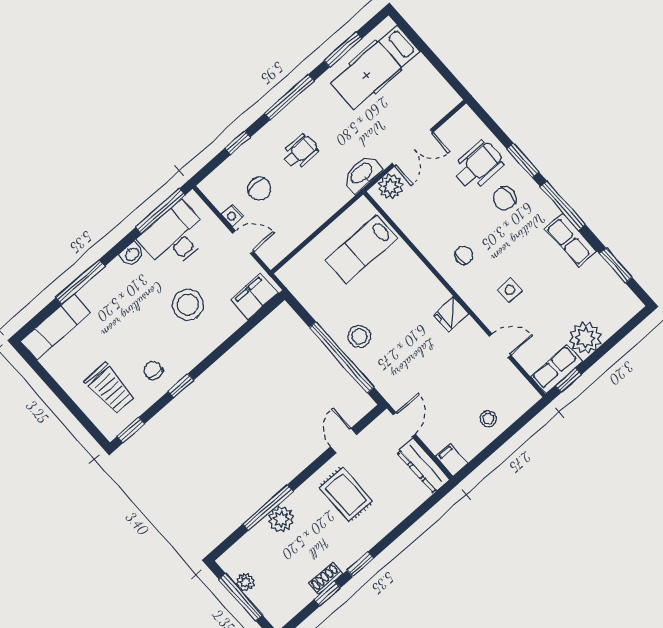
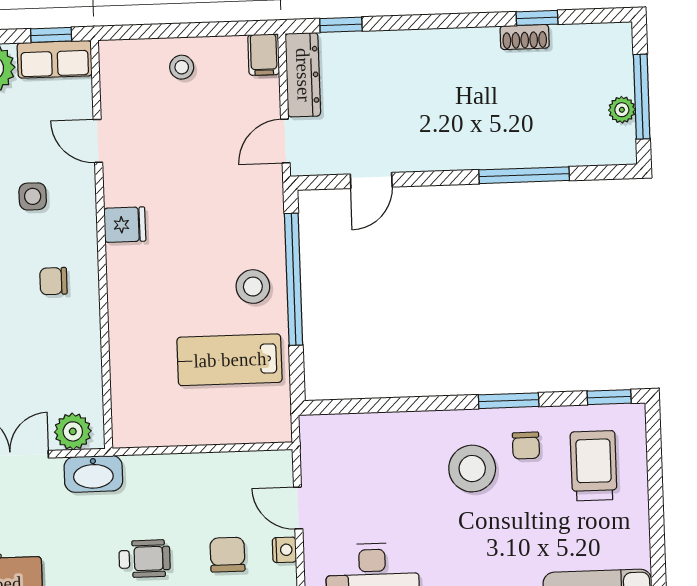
wheelchair: (300, 152) -> (145, 559), turned 180
lab bench: (361, 249) -> (230, 360), moved, turned 180
filing cabinet: (255, 296) -> (337, 434), removed
stool: (188, 305) -> (472, 469), moved
window: (181, 386) -> (509, 401), width x1.50
rug: (346, 494) -> (420, 116), removed
plant: (281, 519) -> (520, 149), removed
window: (360, 564) -> (341, 25), moved

